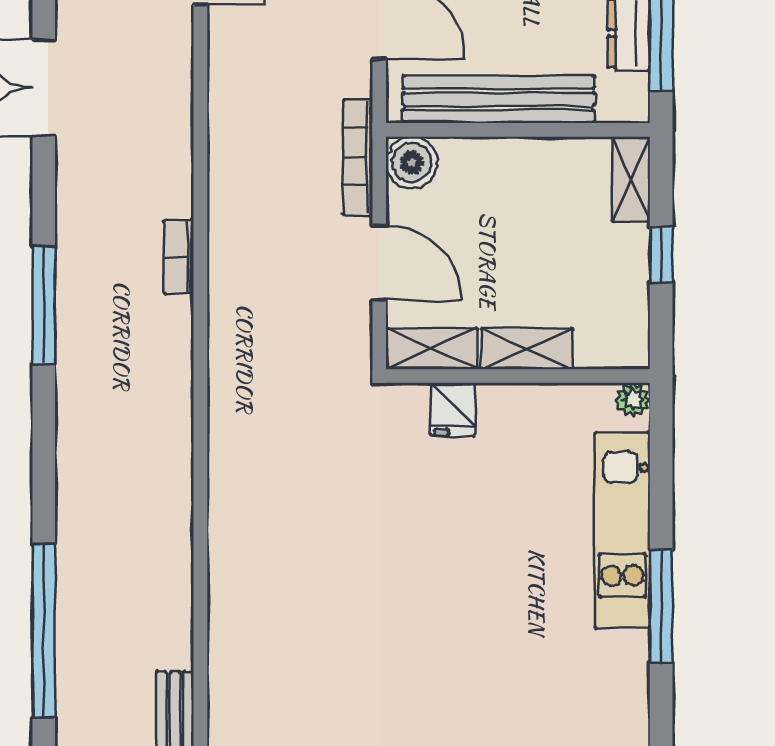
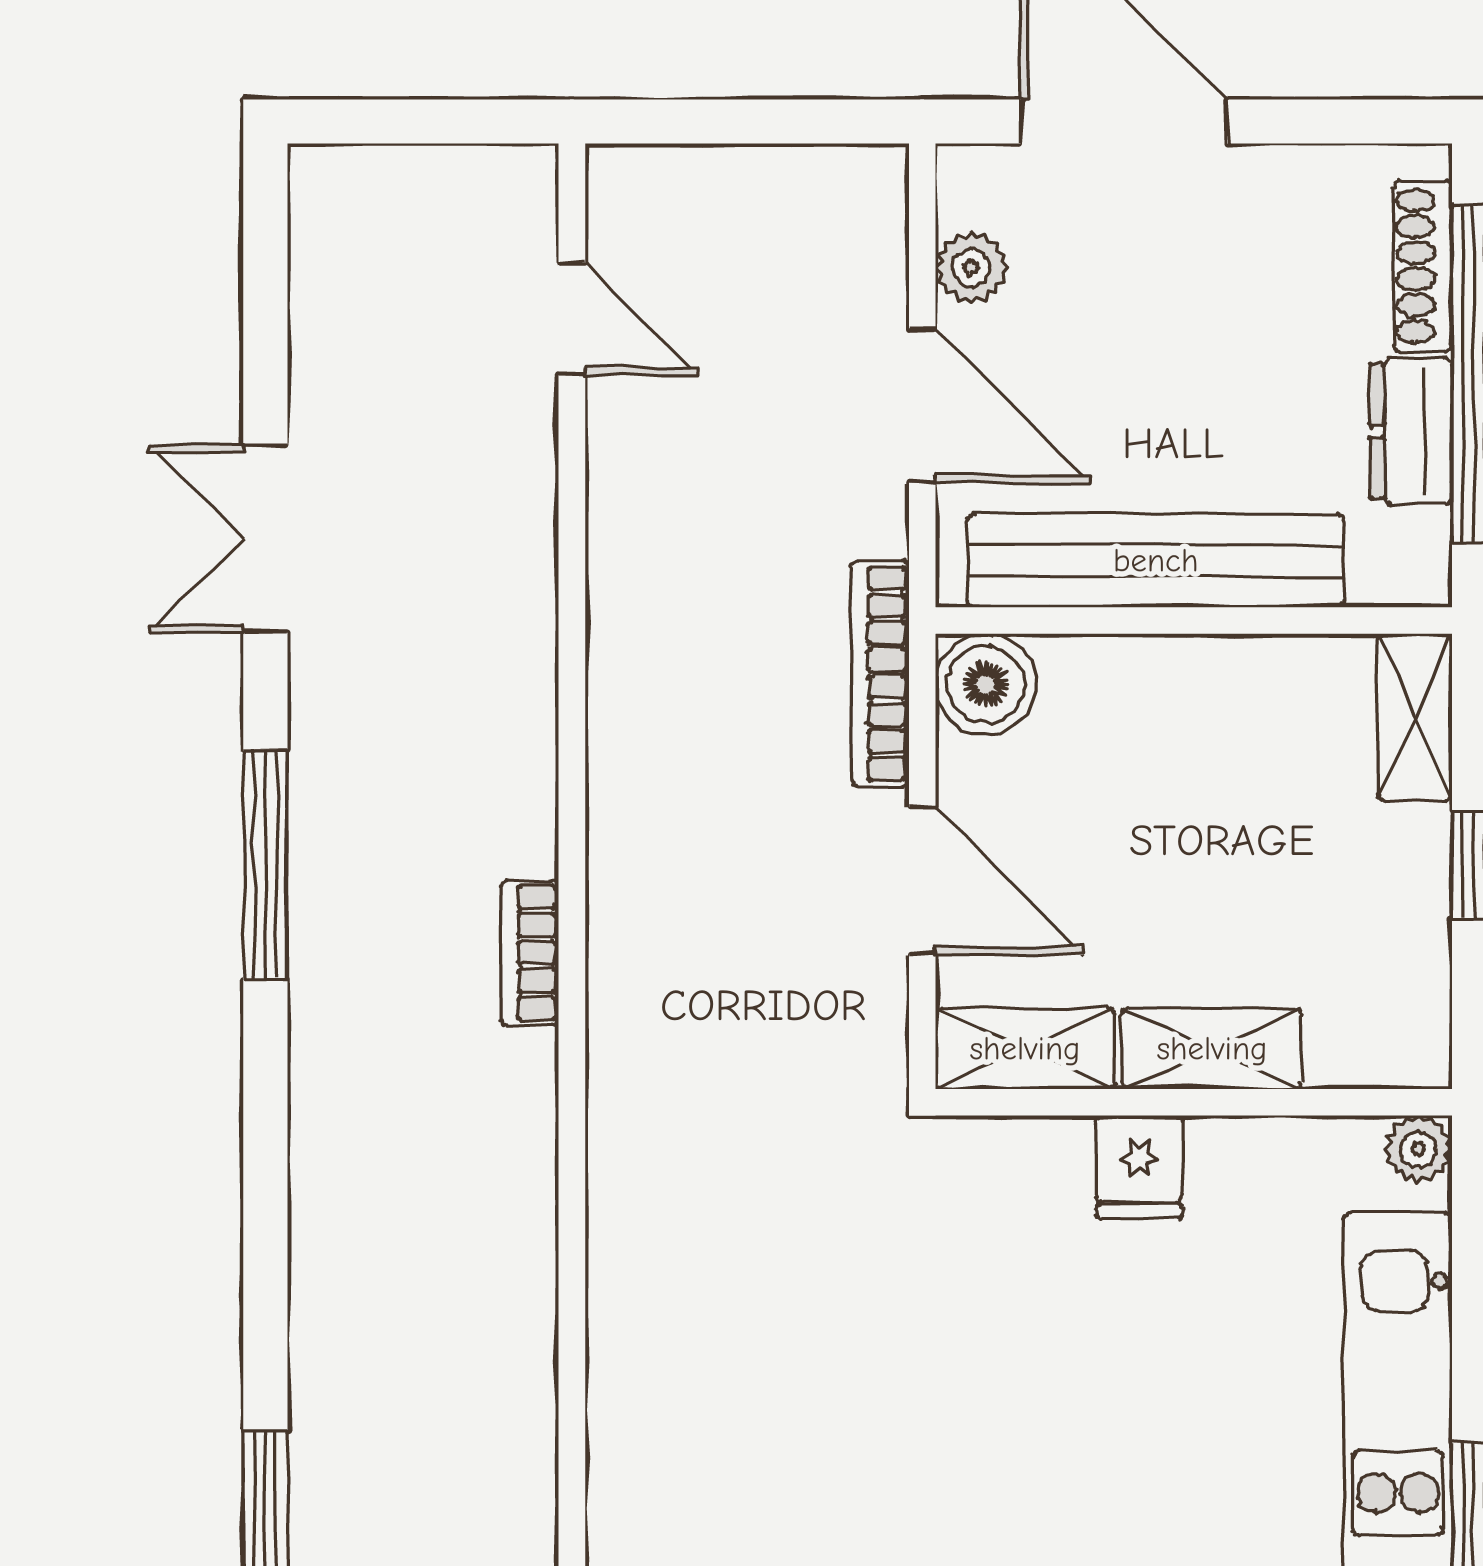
bookcase: (179, 257) -> (530, 953), moved
window: (44, 305) -> (265, 864), moved
fridge: (453, 409) -> (1139, 1167), moved

